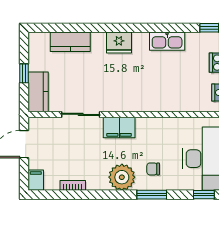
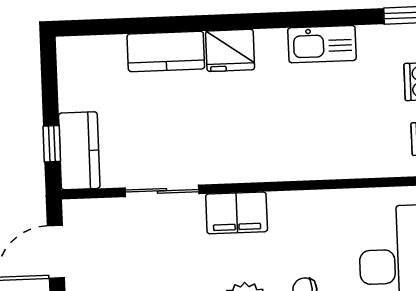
kitchen counter: (70, 42) -> (166, 51), moved
window: (24, 73) -> (52, 144), moved

